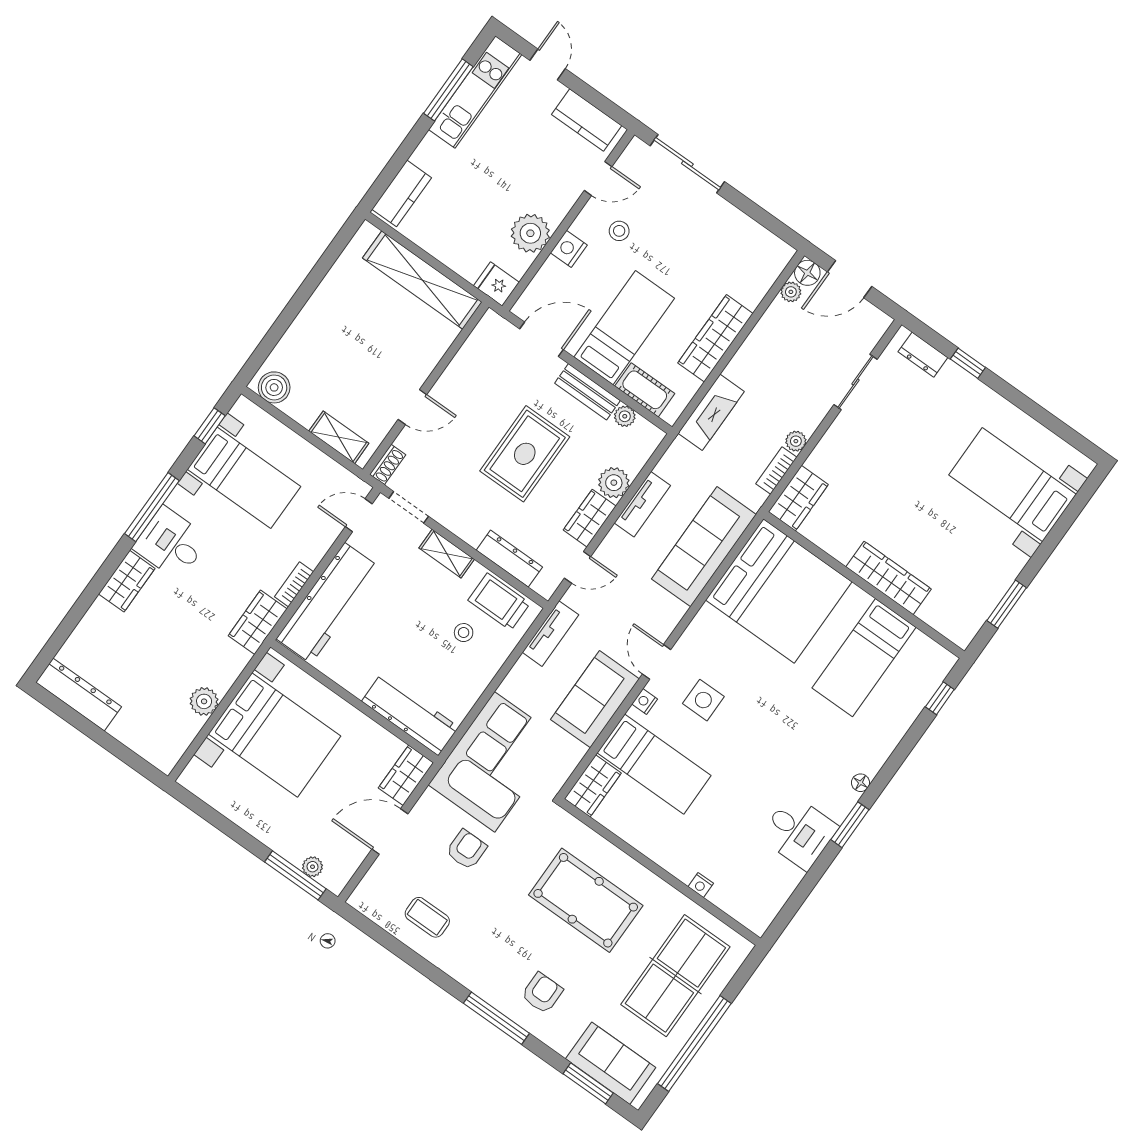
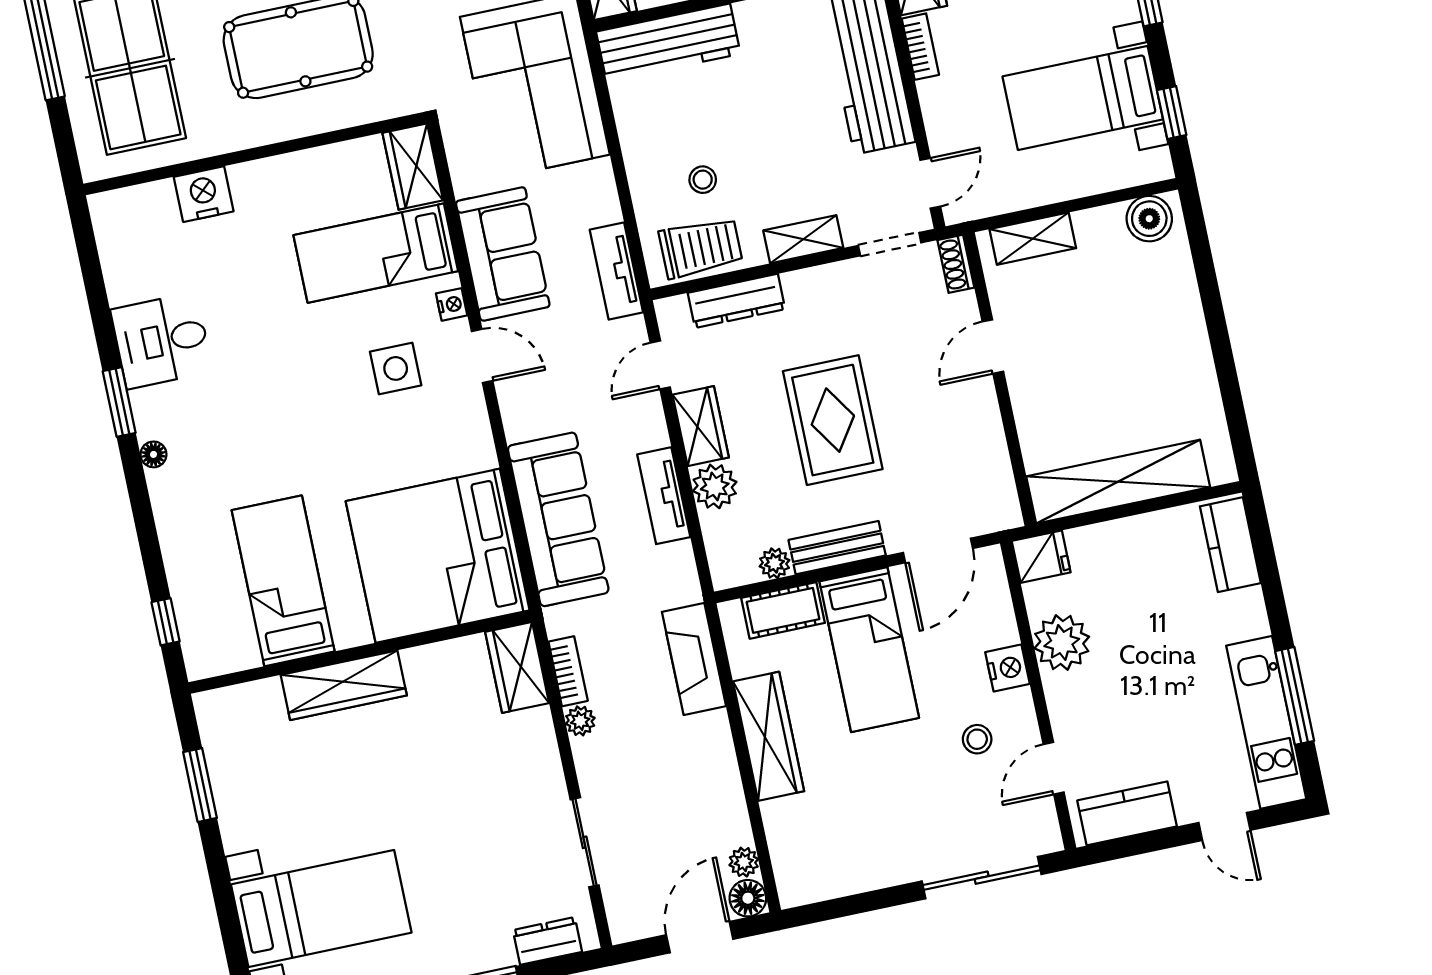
nightstand: (701, 885) -> (204, 194), width x1.89, depth x1.79

